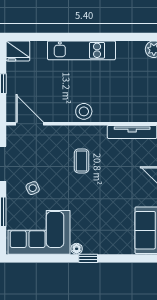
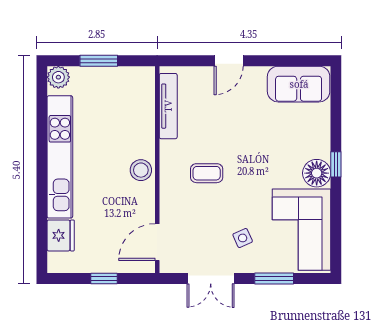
kitchen unit: (81, 50) -> (60, 157), width x1.36
fridge: (18, 51) -> (61, 235), moved
floor lamp: (77, 249) -> (317, 173), width x1.89, depth x1.89

